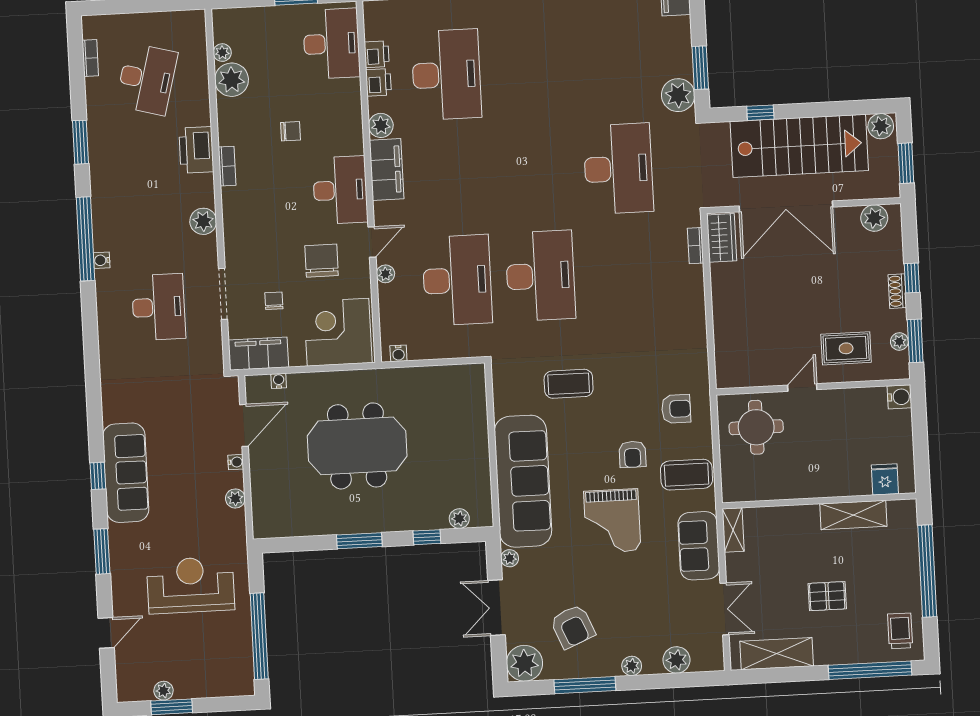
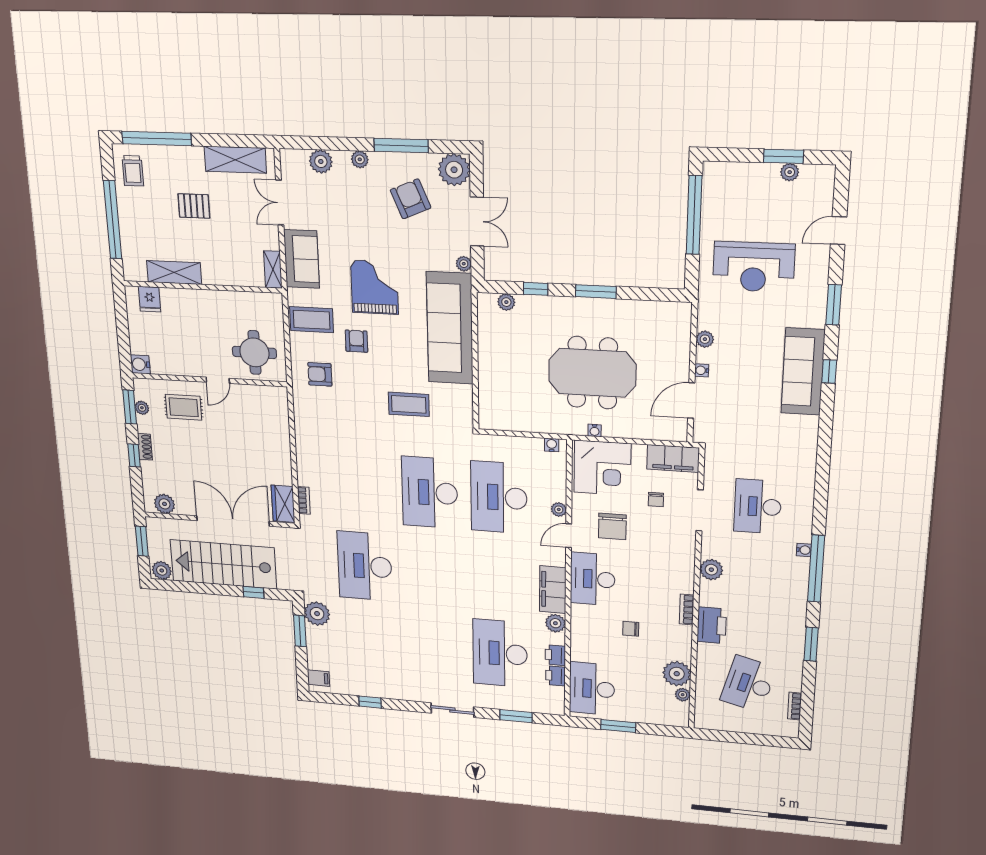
water cooler: (279, 381) -> (595, 430), moved

